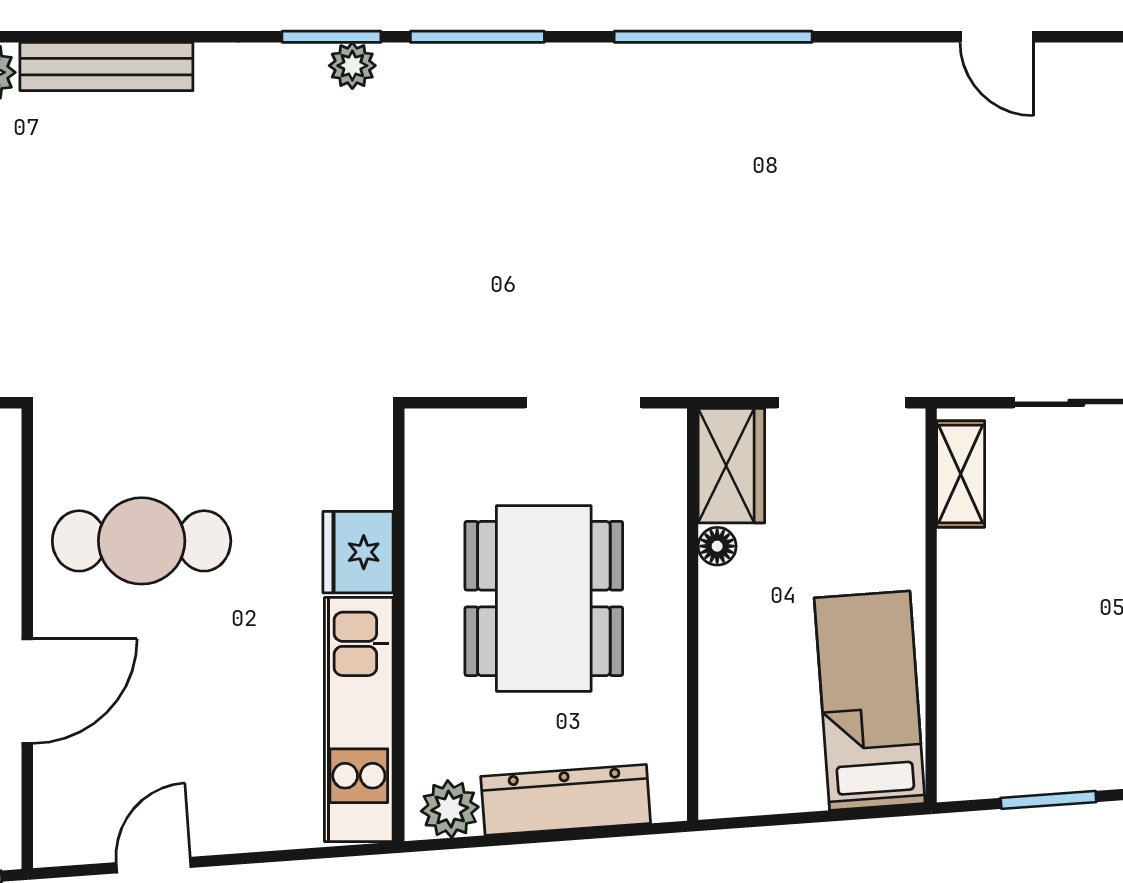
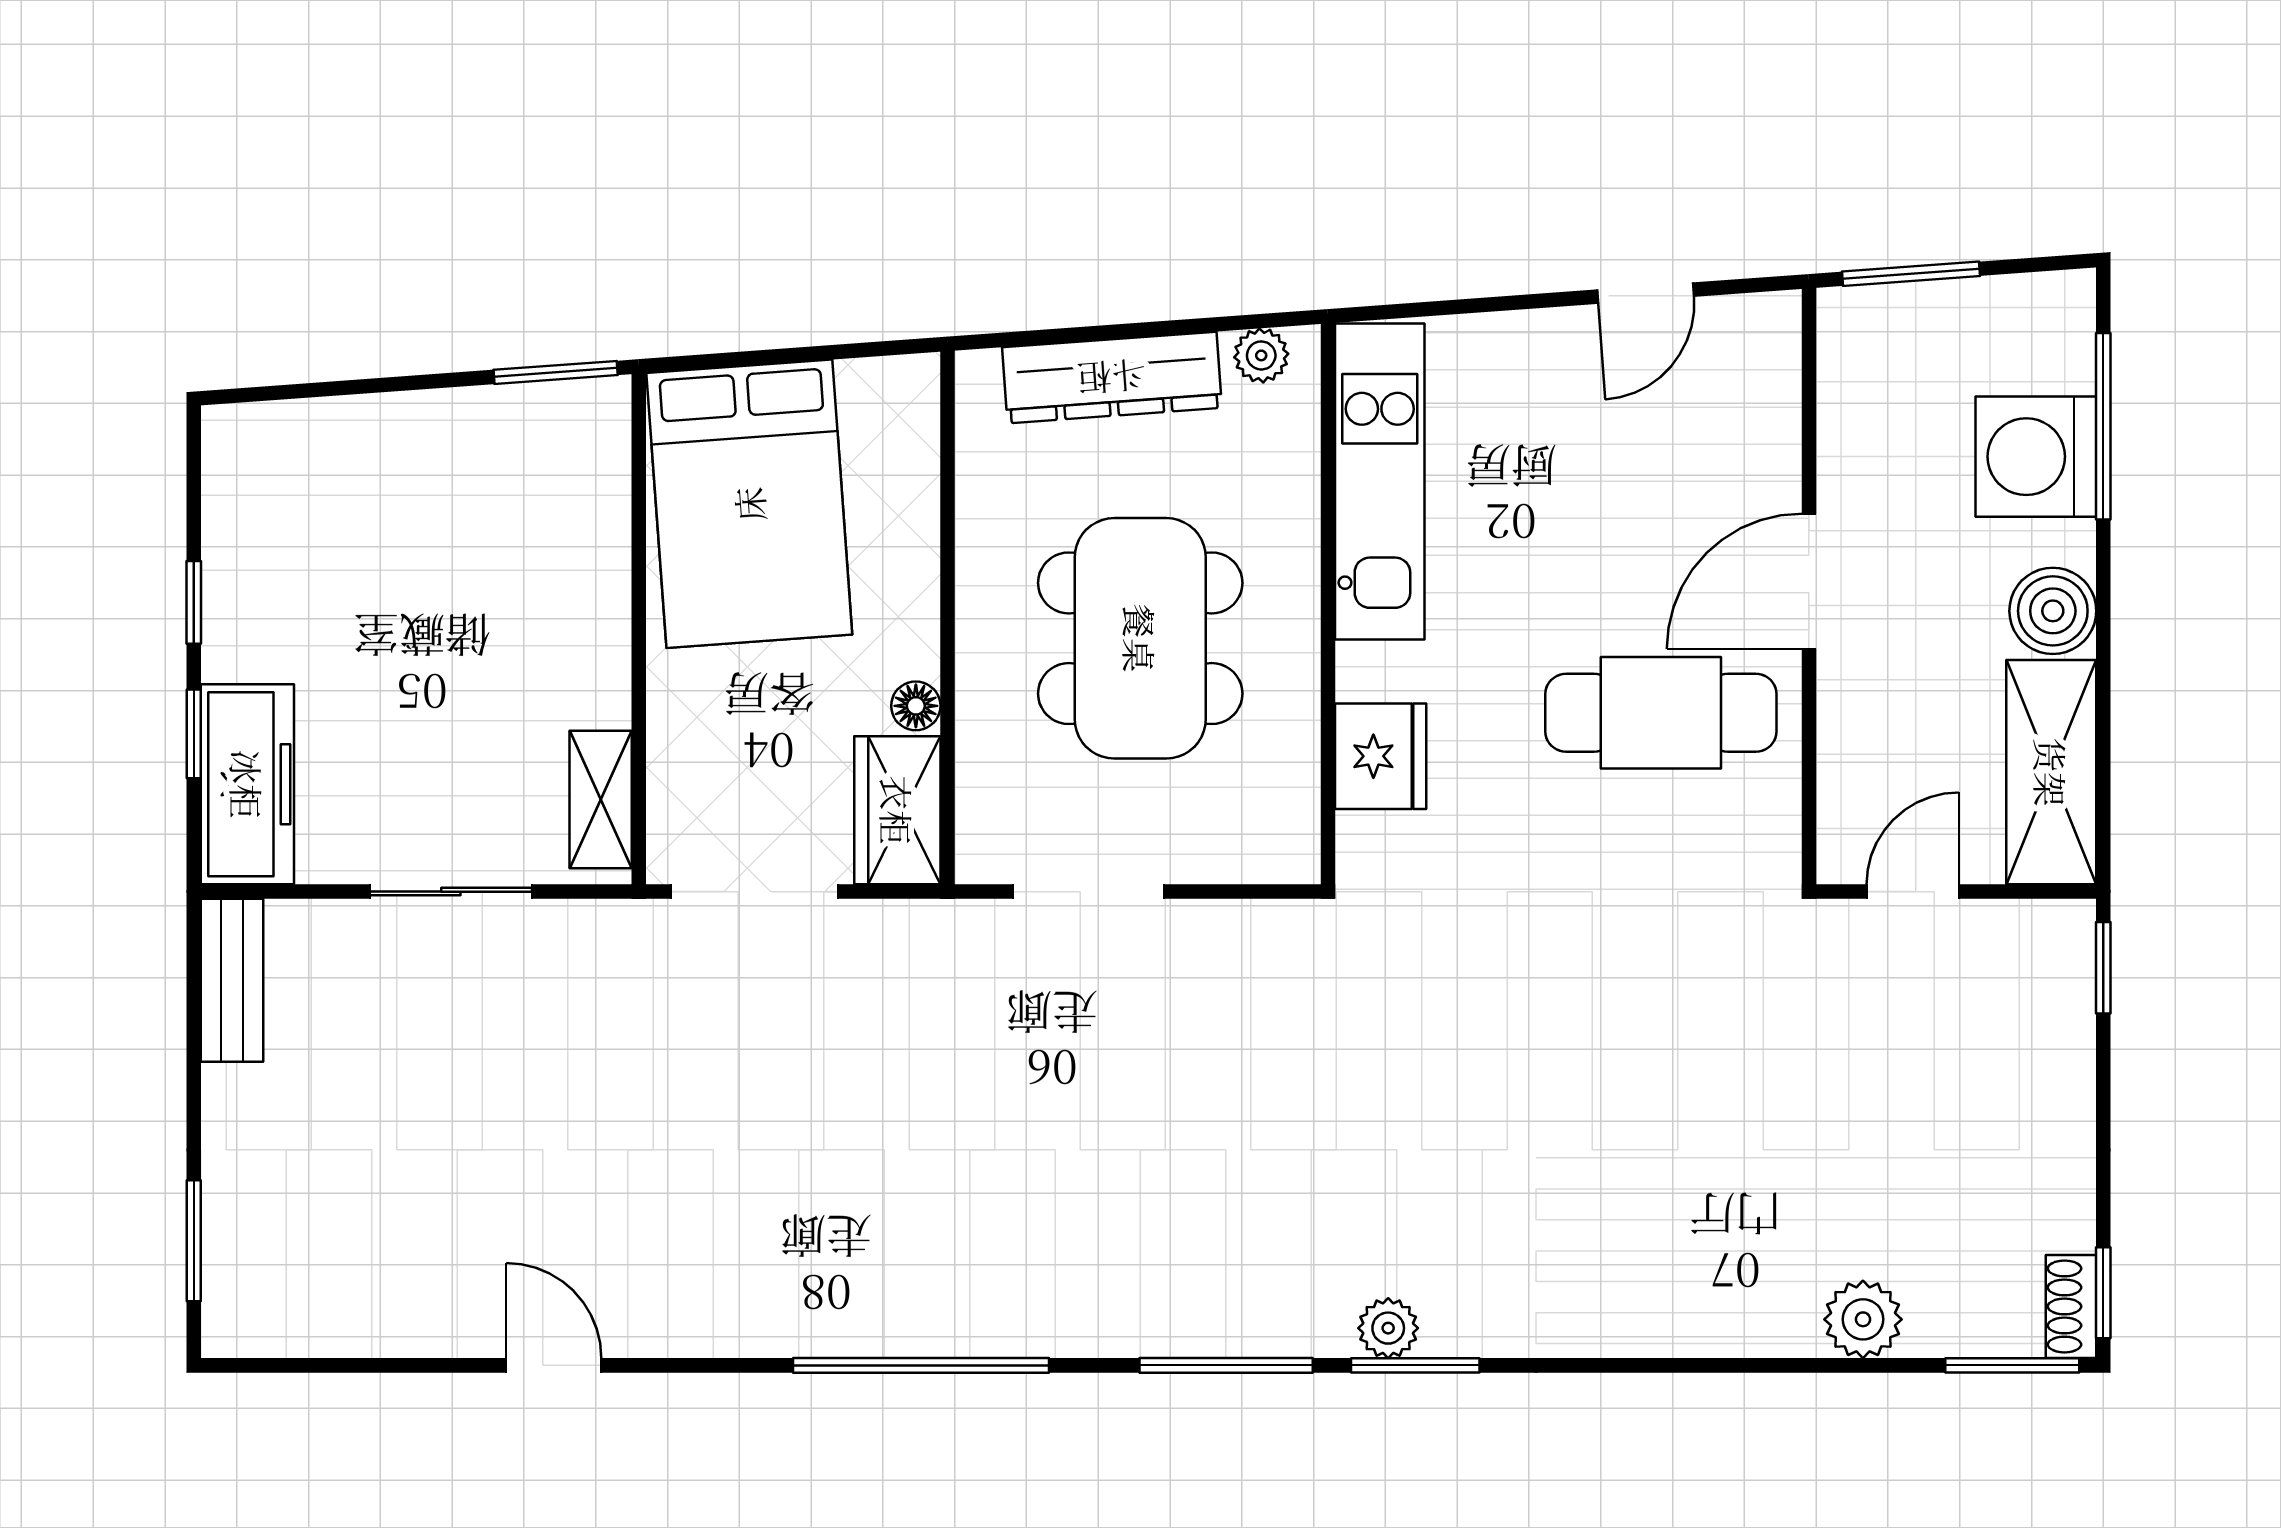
bench: (106, 67) -> (1706, 1327), removed
fridge: (358, 552) -> (1381, 756), moved
door: (27, 691) -> (1809, 581), moved
bed: (870, 701) -> (749, 504), width x1.50
window: (1048, 800) -> (556, 372), moved
plant: (450, 809) -> (1261, 355), width x0.73, depth x0.73

